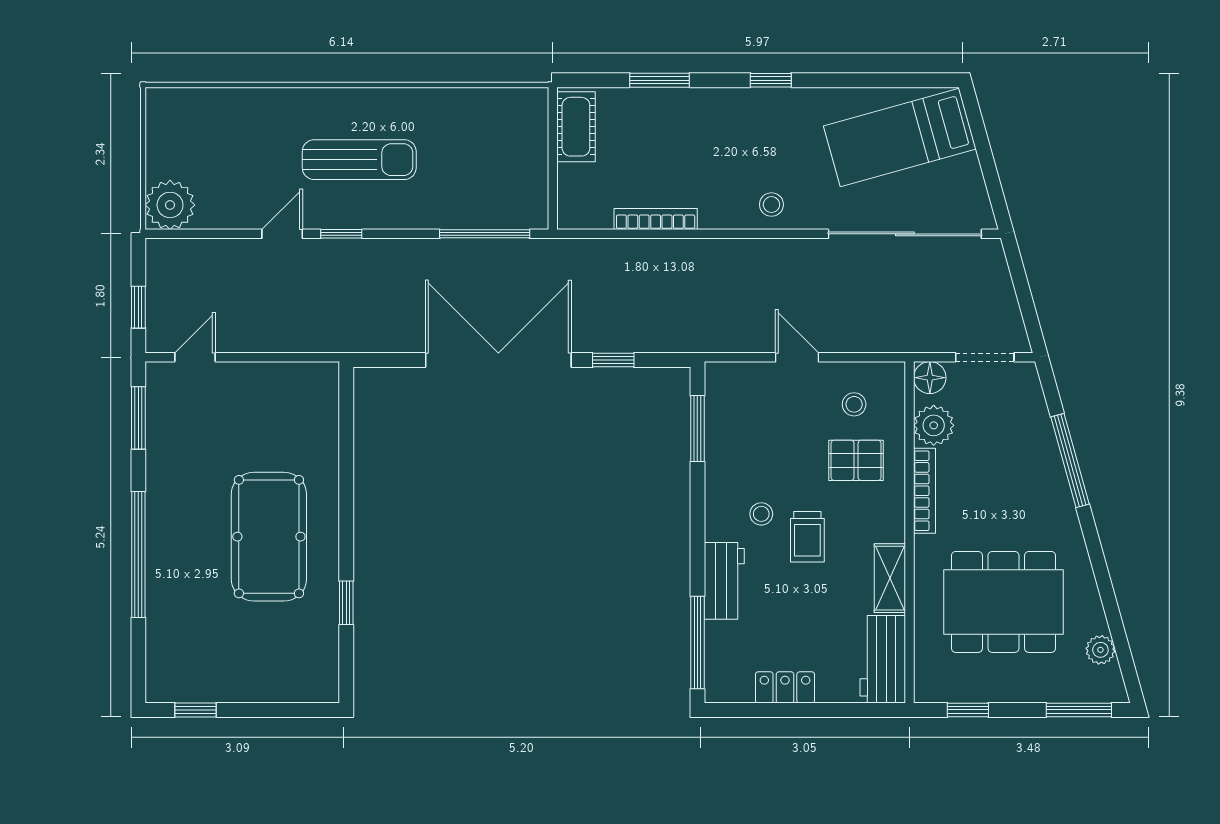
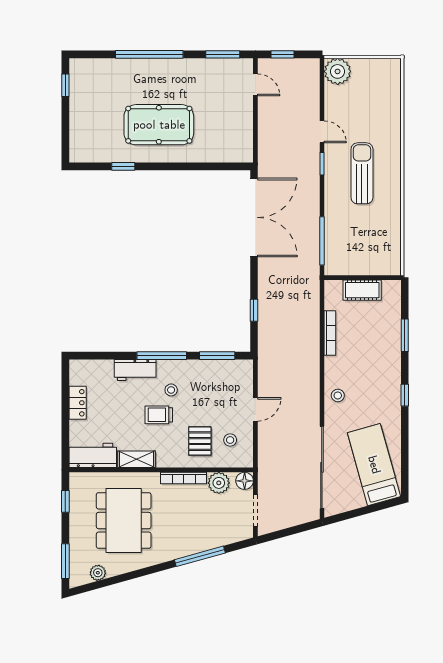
cot: (576, 127) -> (362, 290), moved
sun lounger: (359, 160) -> (362, 173), turned 180
double door: (498, 360) -> (254, 217), moved
window: (697, 643) -> (162, 356), moved

